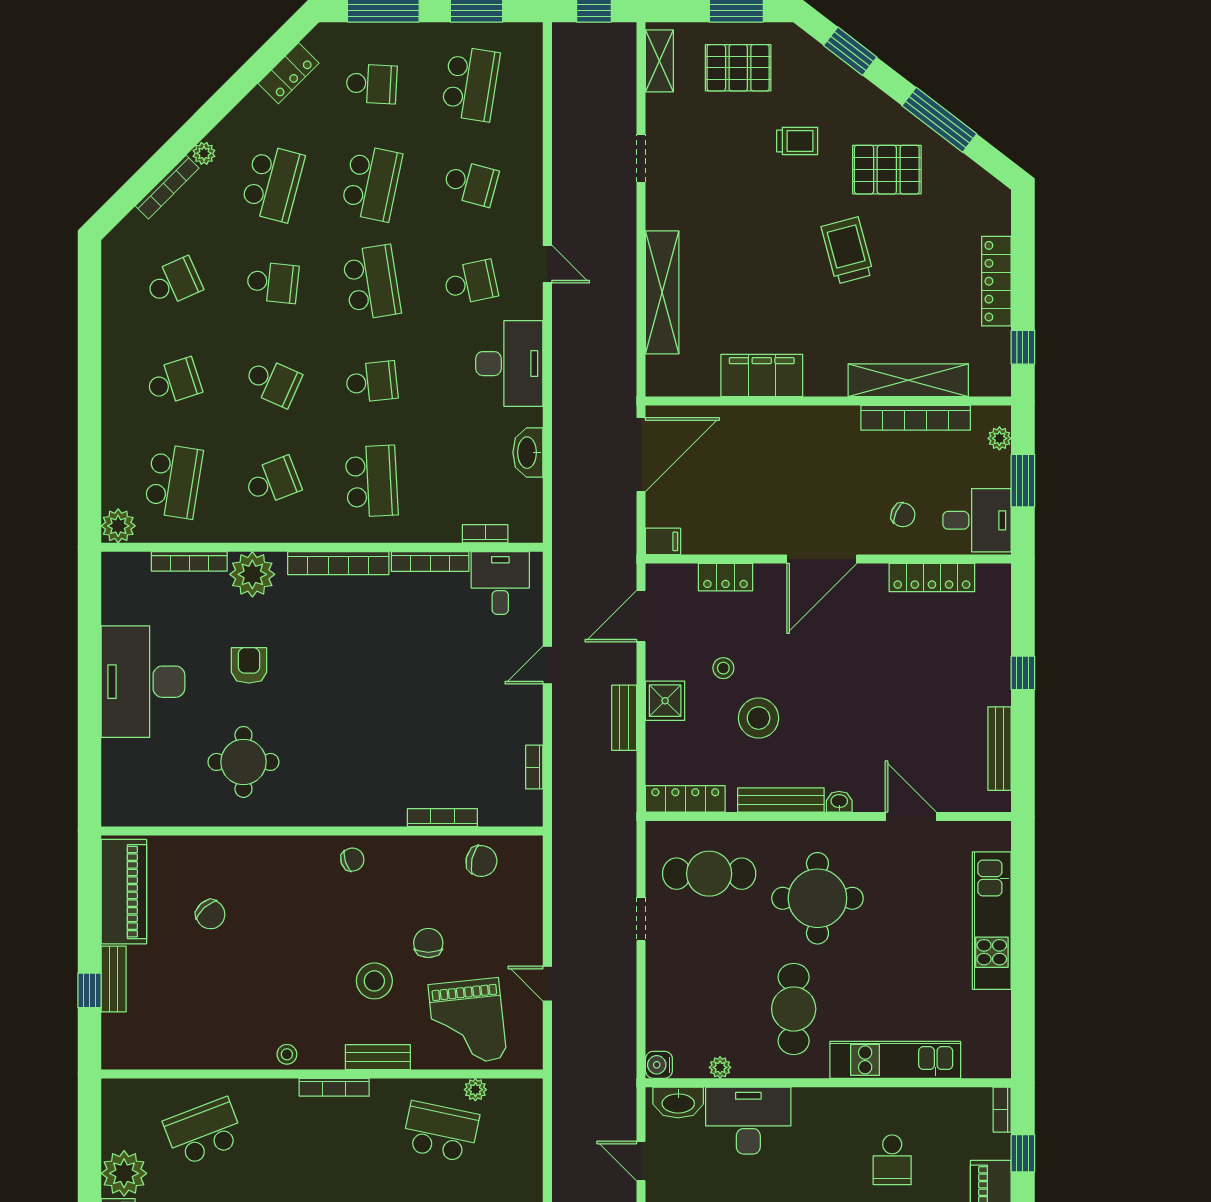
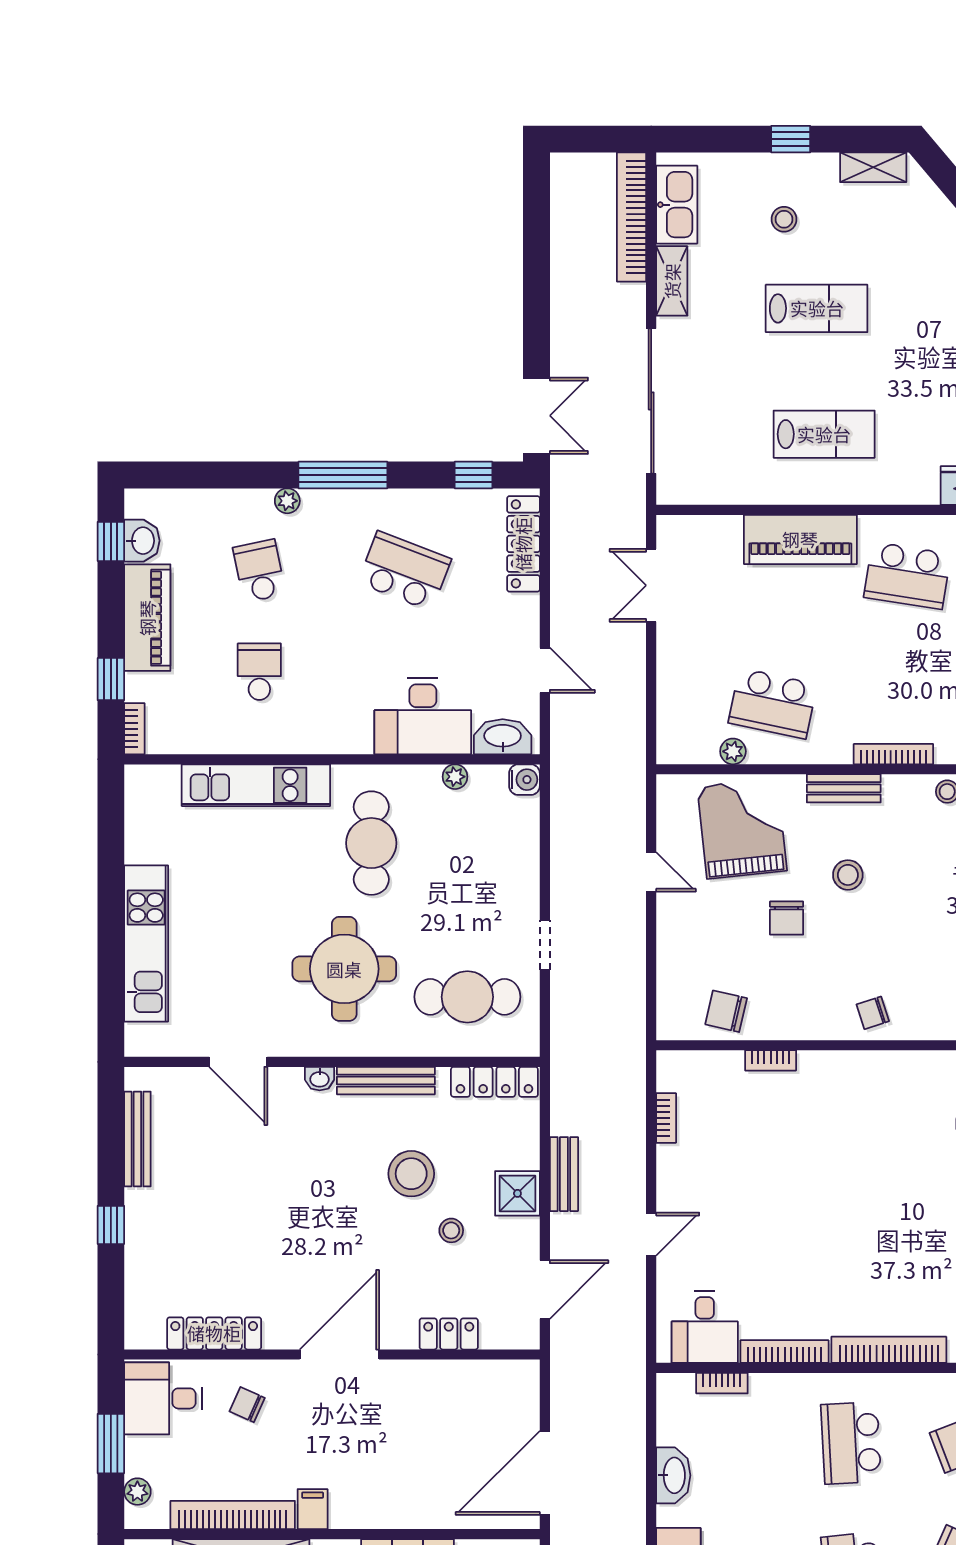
filing cabinet: (663, 541) -> (313, 1509), moved, turned 90
bookcase: (442, 818) -> (771, 1060), width x0.64
stool: (374, 981) -> (848, 875), width x0.73, depth x0.73

